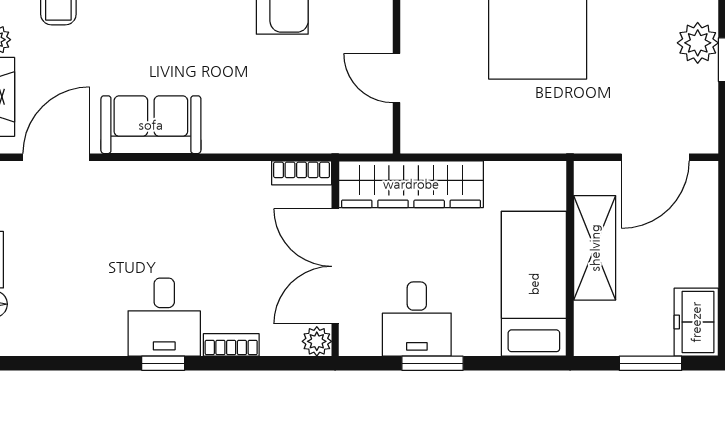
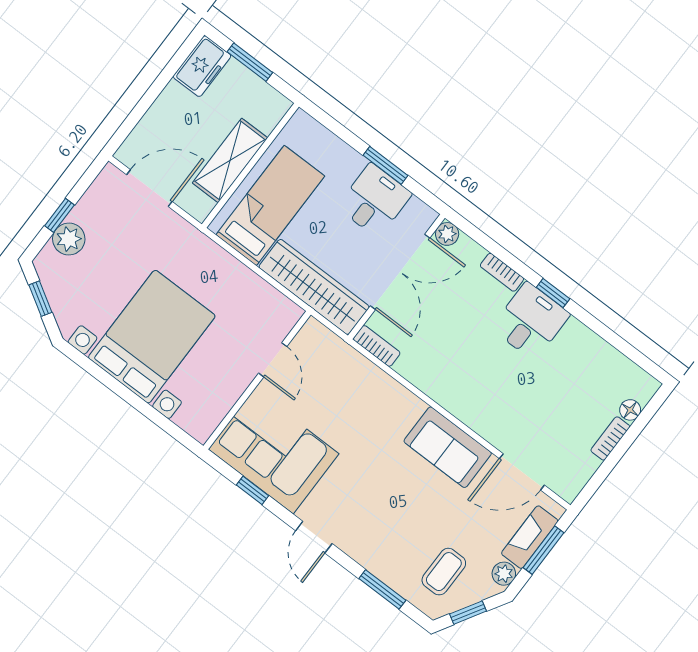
bed: (534, 284) -> (270, 205), moved, turned 180

